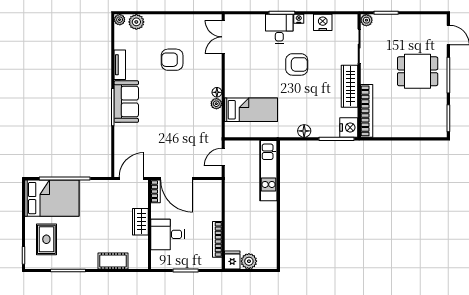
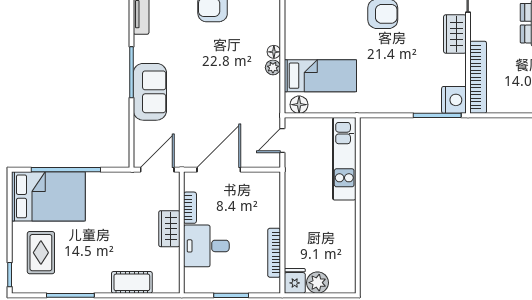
wardrobe: (350, 86) -> (455, 34), width x0.67
sofa: (126, 102) -> (150, 92), moved
floor lamp: (304, 131) -> (299, 105), moved
door: (177, 178) -> (219, 170), swing flipped
bookcase: (156, 191) -> (190, 208), moved

